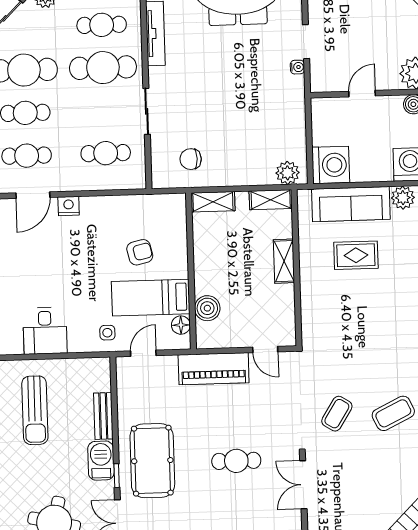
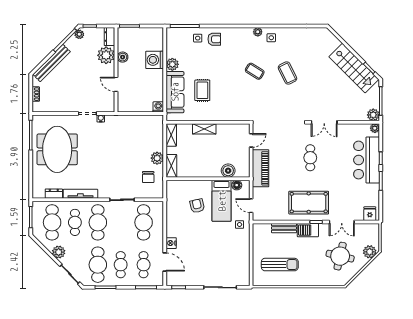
cafe table: (106, 153) -> (144, 222), width x1.37, depth x1.35
washing machine: (331, 165) -> (158, 107), width x0.53, depth x0.53
plant: (288, 173) -> (157, 158), moved
desk: (45, 331) -> (237, 258), removed
coffee table: (337, 414) -> (255, 71), moved

